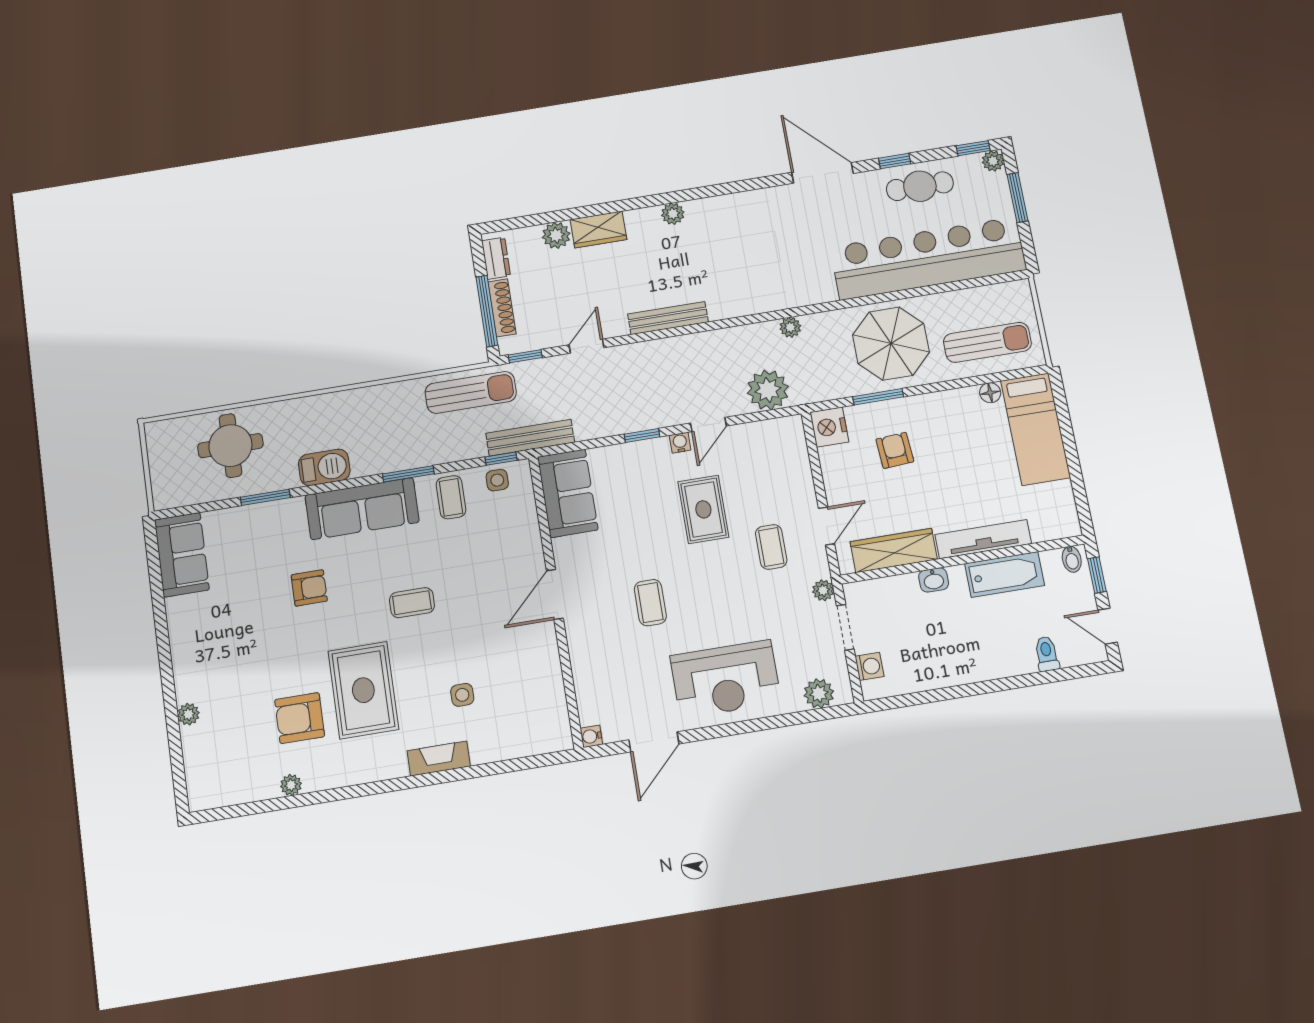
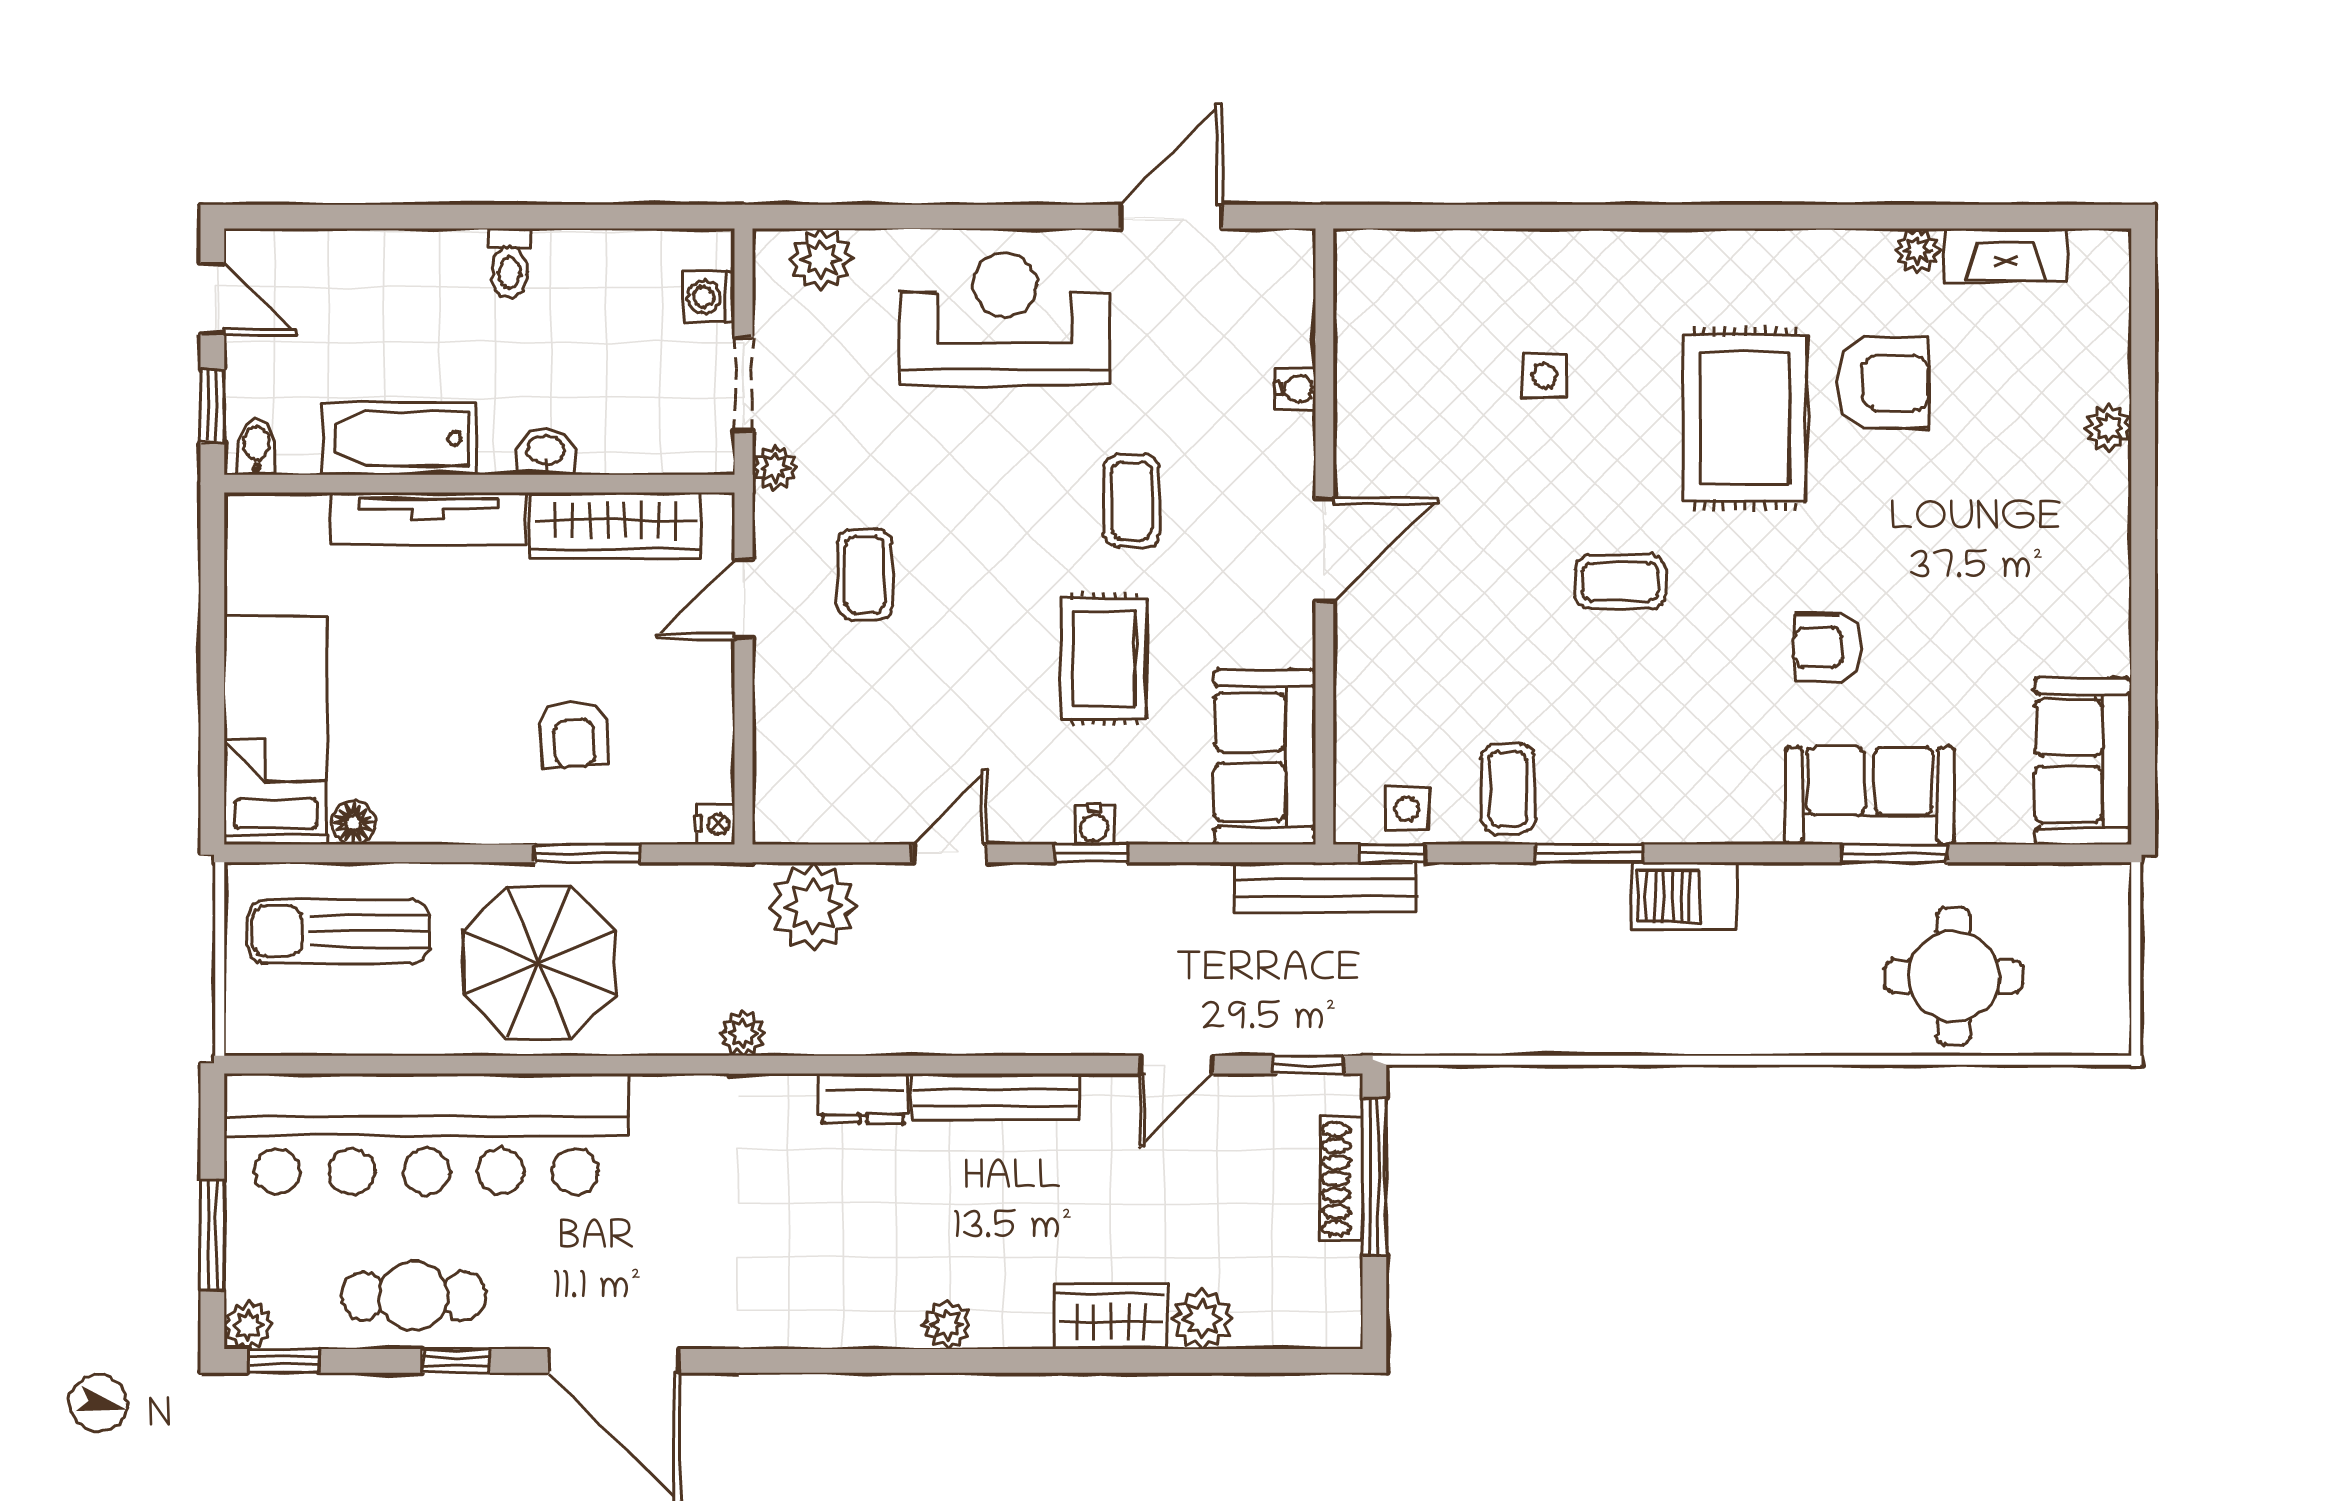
dresser: (496, 258) -> (863, 1098), moved, turned -90
sun lounger: (471, 392) -> (1434, 1006), removed
nightstand: (829, 427) -> (715, 824), width x0.53, depth x0.56
water cooler: (680, 443) -> (1094, 825), moved
barbecue: (324, 467) -> (1684, 897), moved
sofa: (362, 509) -> (1870, 796), moved, width x0.73
rug: (703, 509) -> (1104, 659), moved
toilet: (1047, 654) -> (509, 263), moved
water cooler: (591, 736) -> (1295, 389), moved
fireplace: (439, 758) -> (2006, 255), moved

